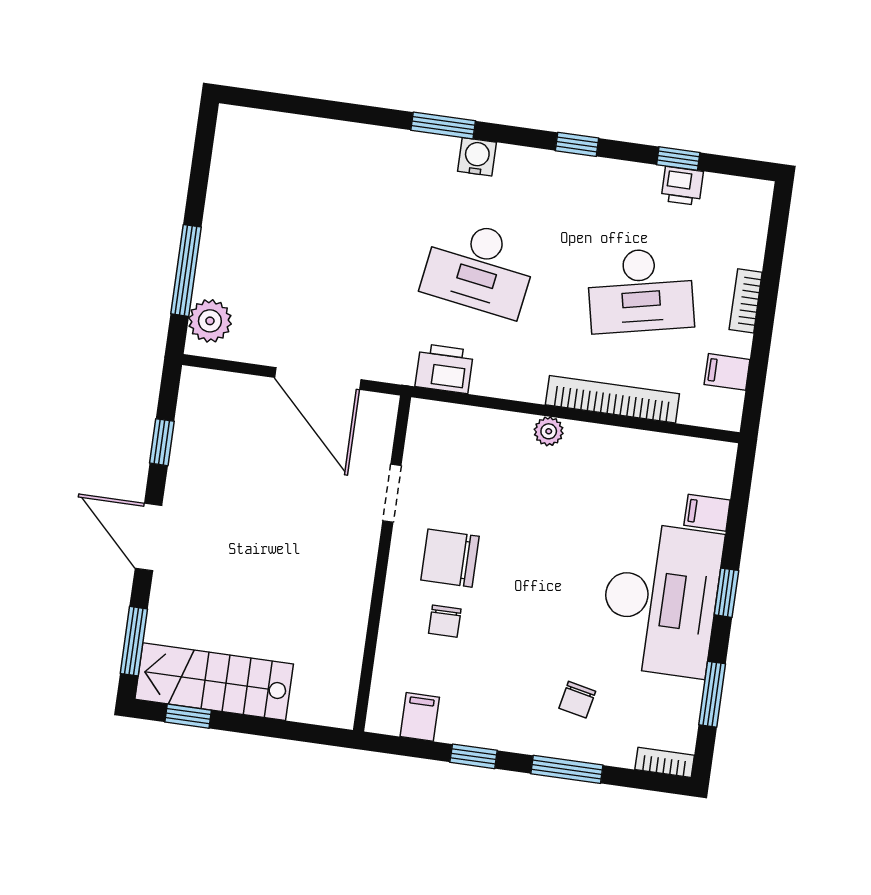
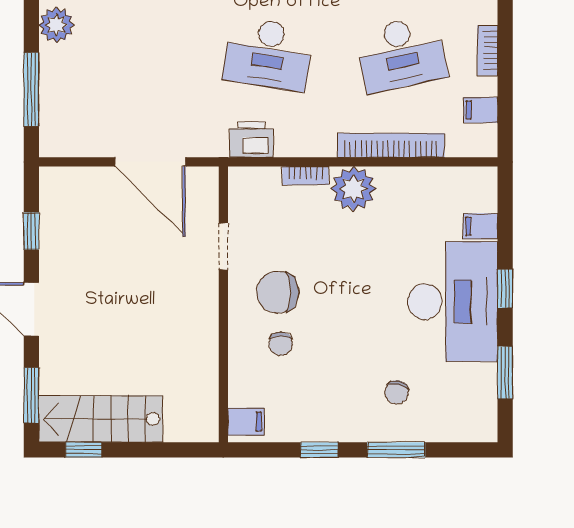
plant: (210, 321) -> (56, 25), moved
plant: (549, 431) -> (353, 189), width x1.88, depth x1.88
filing cabinet: (420, 717) -> (246, 422), moved, turned 90
bookcase: (665, 762) -> (305, 176), moved, turned 180

